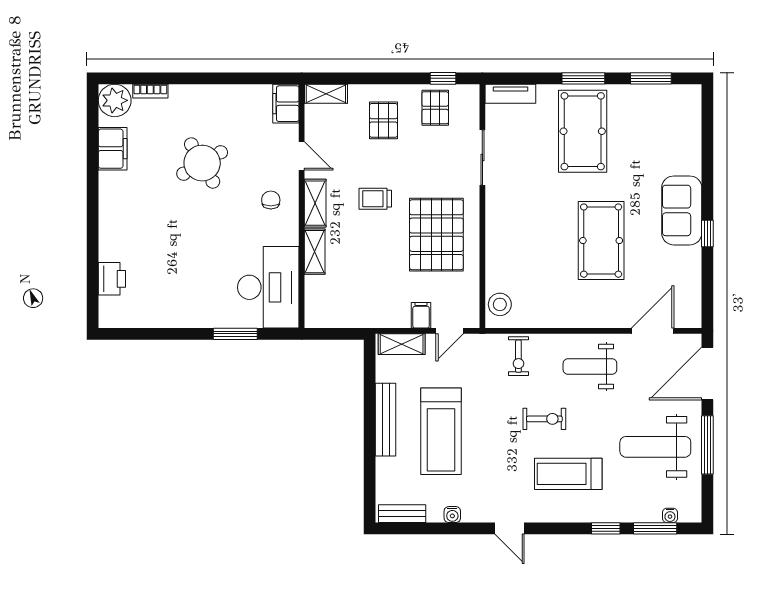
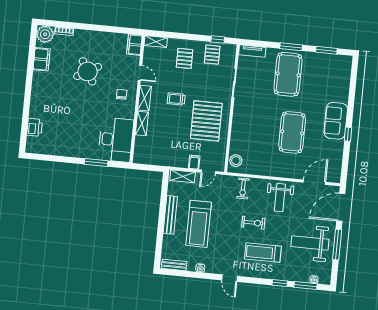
weight bench: (590, 366) -> (280, 198), turned -90

